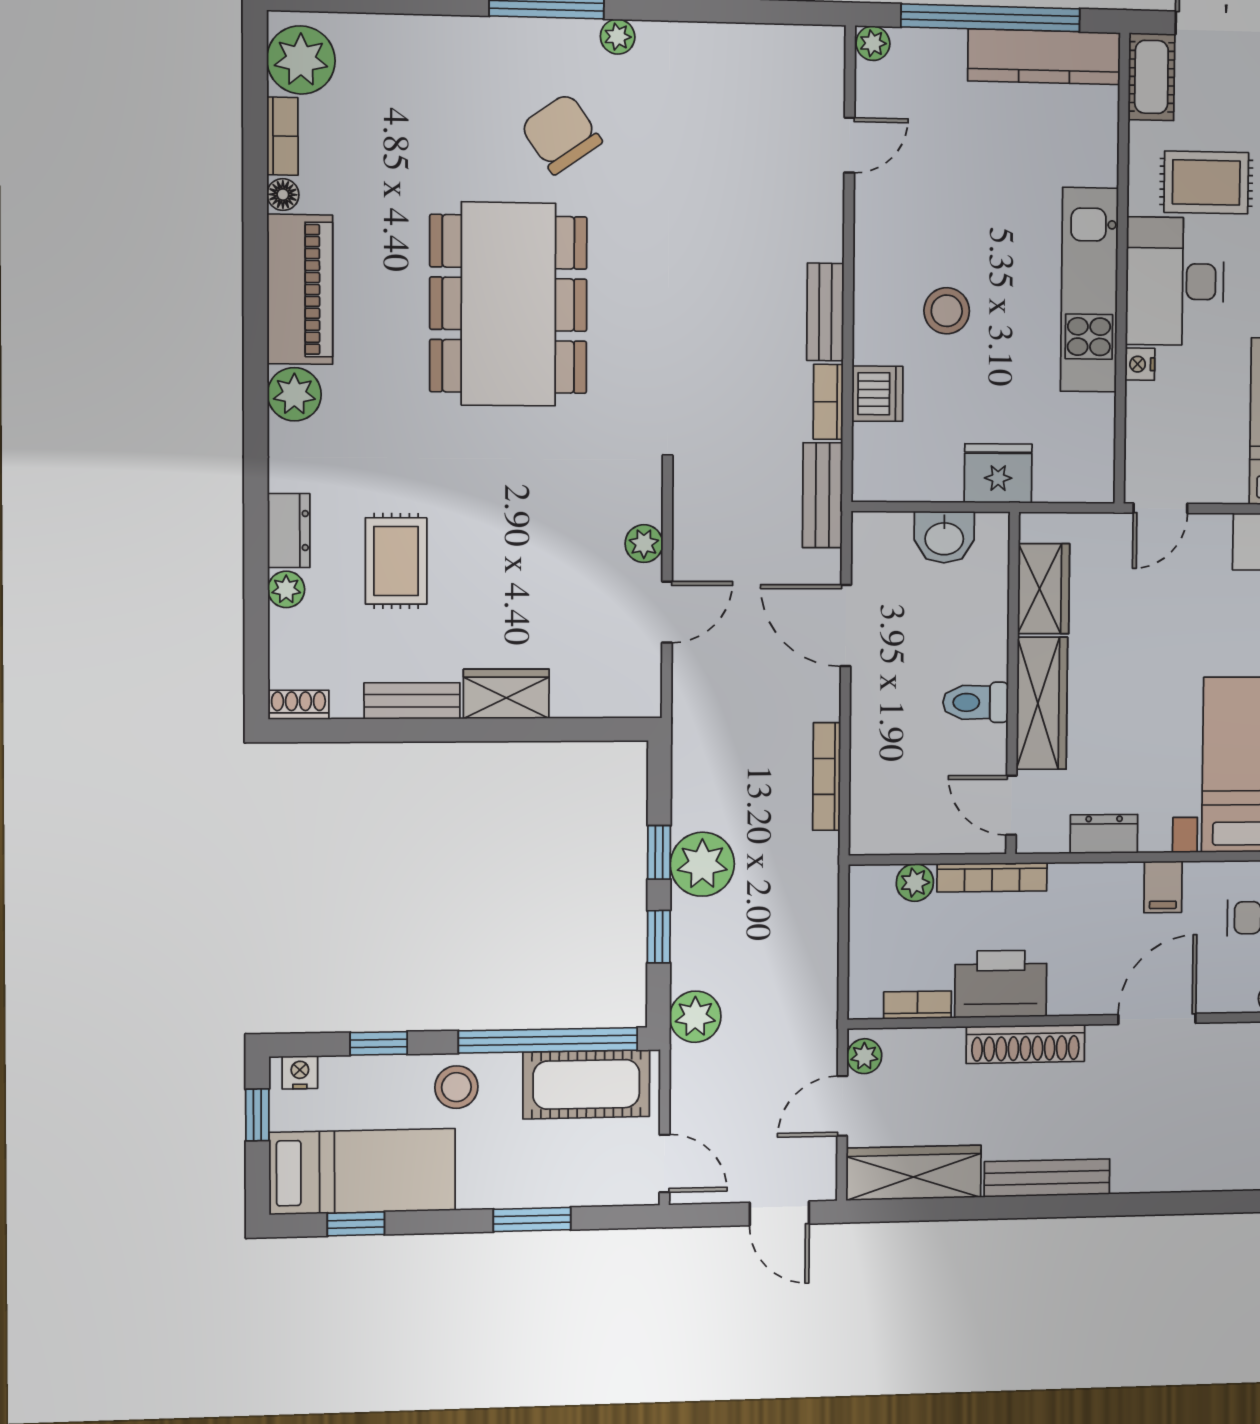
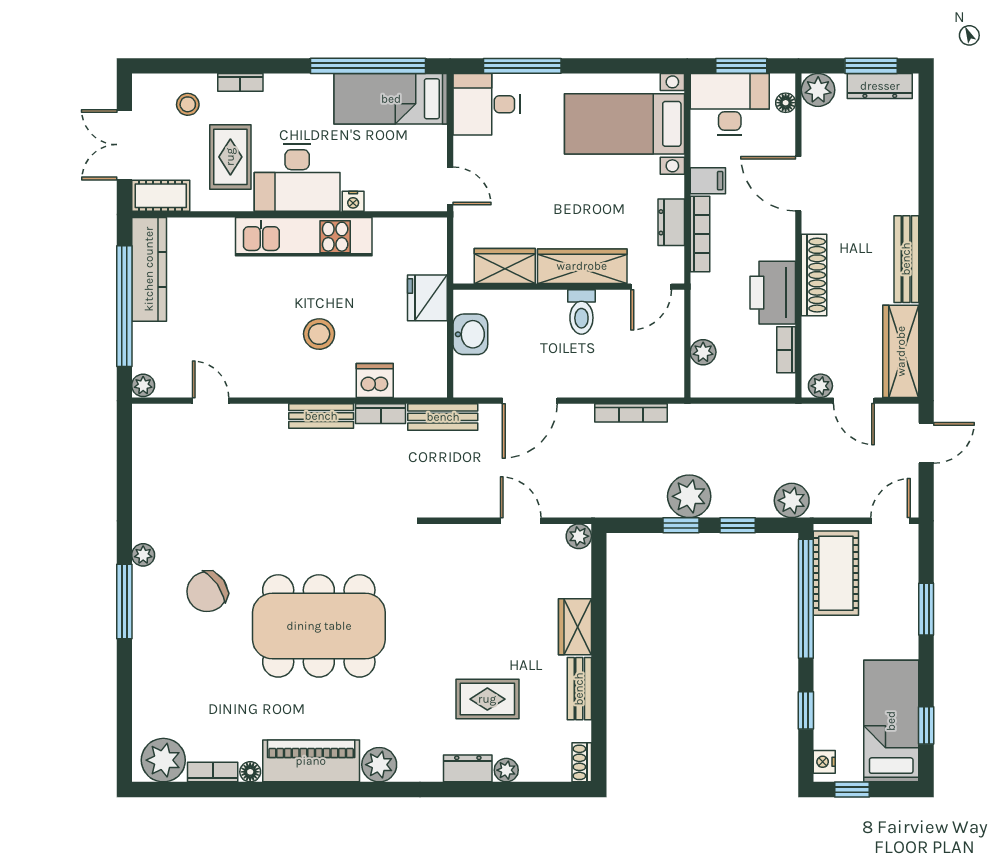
plant: (644, 544) -> (579, 536), moved
bookcase: (992, 877) -> (700, 234), moved
stool: (456, 1087) -> (836, 659), removed

